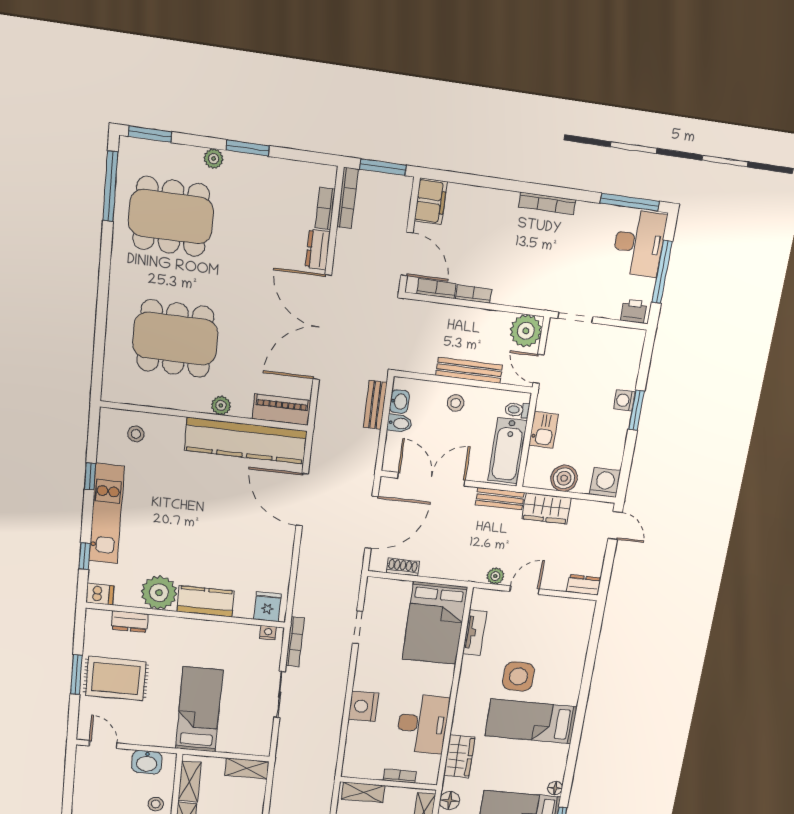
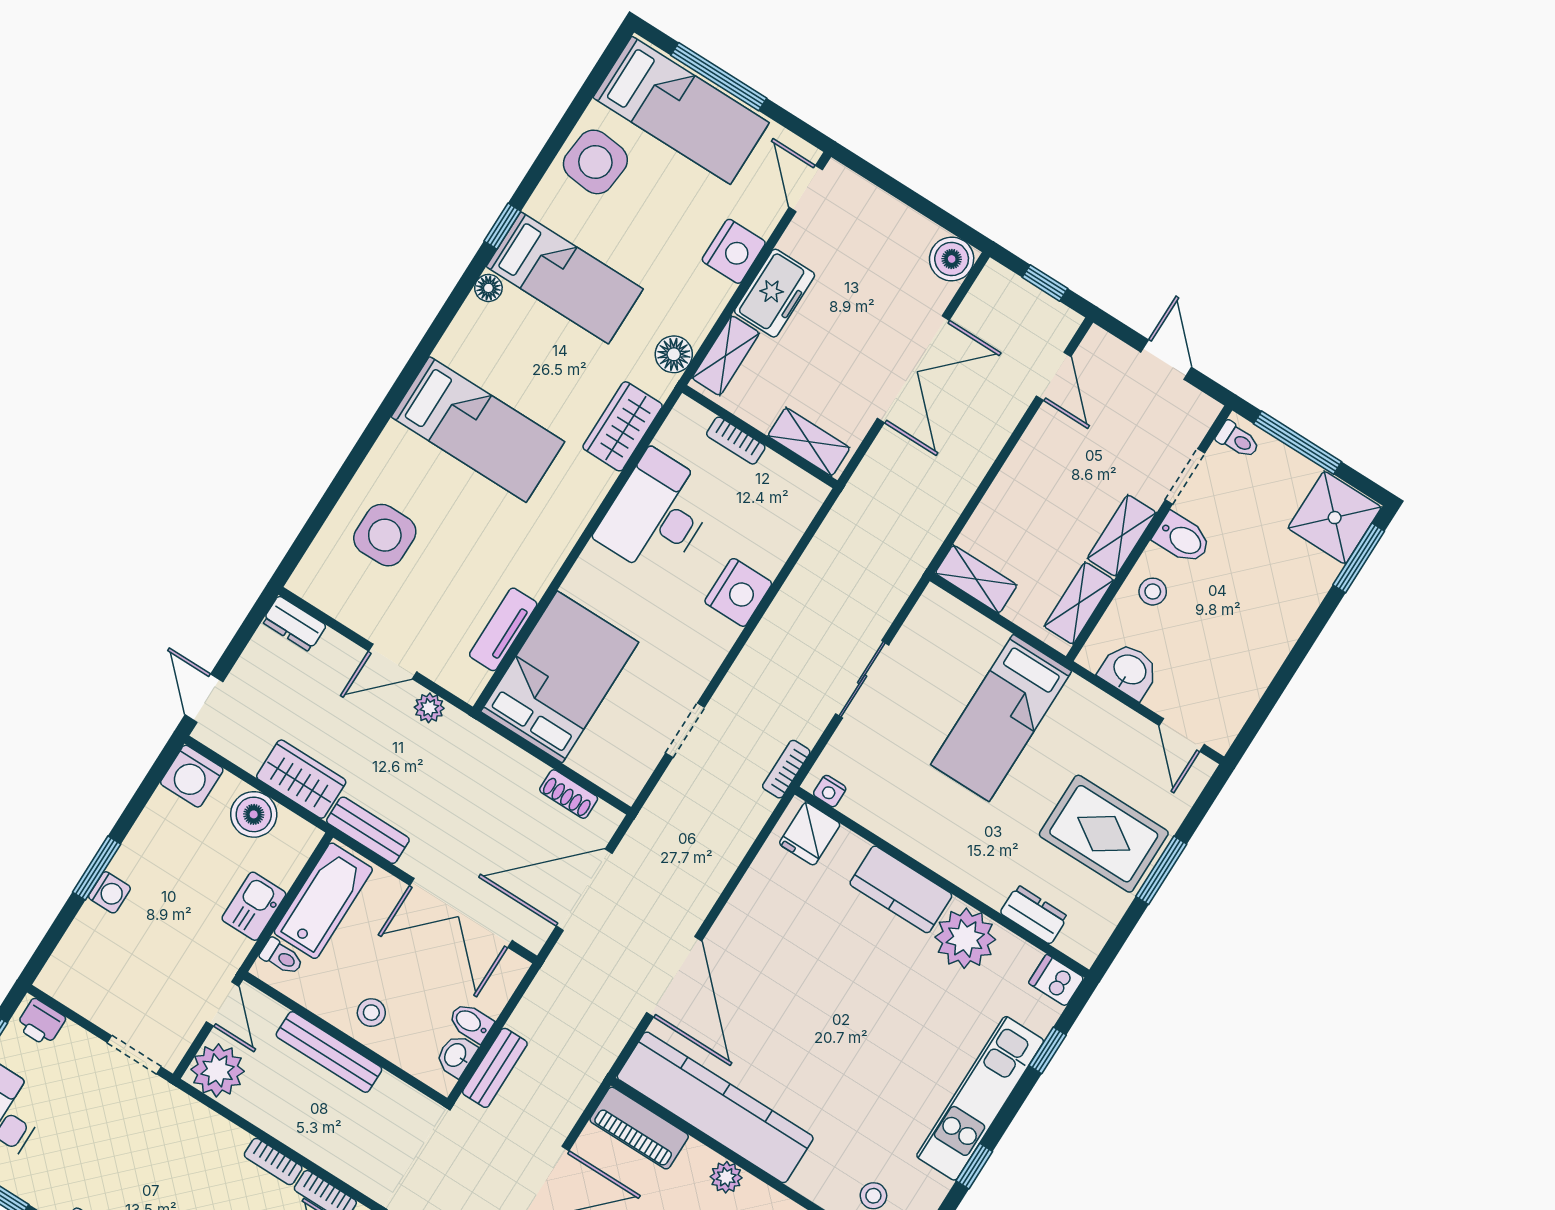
bookcase: (295, 642) -> (786, 769), width x0.64
side table: (518, 676) -> (385, 535), moved

